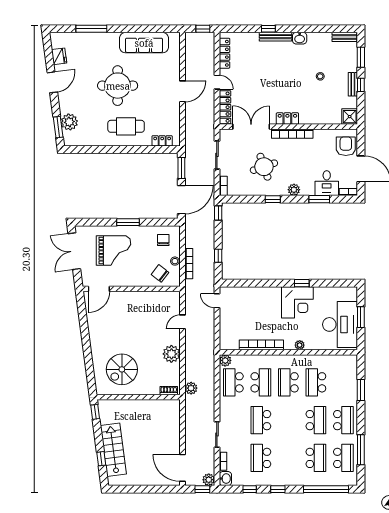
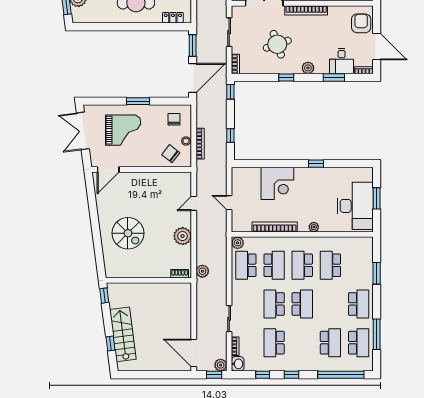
door: (217, 301) -> (229, 203), moved
corner desk: (297, 302) -> (277, 183), moved
spiral stairs: (122, 369) -> (128, 233), moved, turned -90
school desk: (316, 420) -> (302, 304), moved

